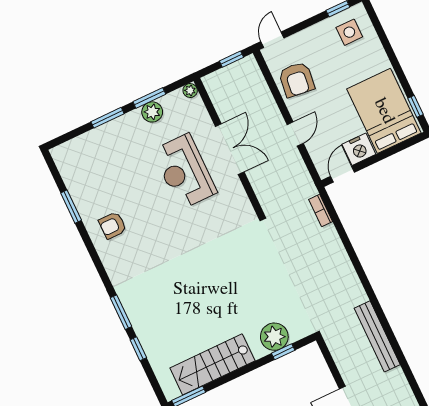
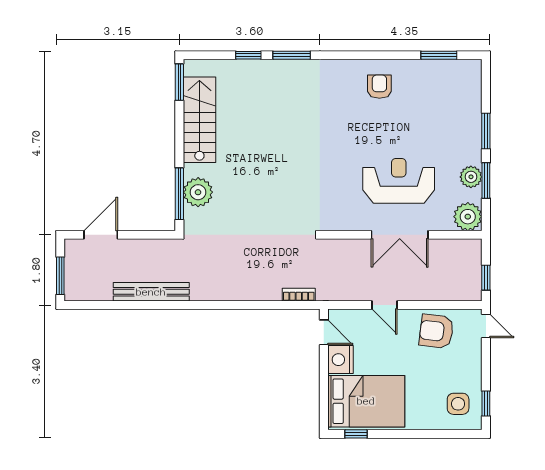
plant: (190, 90) -> (468, 217), width x1.88, depth x1.88
window: (71, 207) -> (439, 55), moved
window: (283, 352) -> (179, 194), width x2.17

